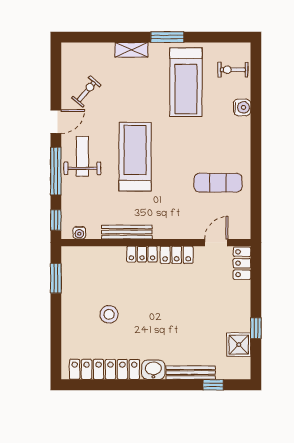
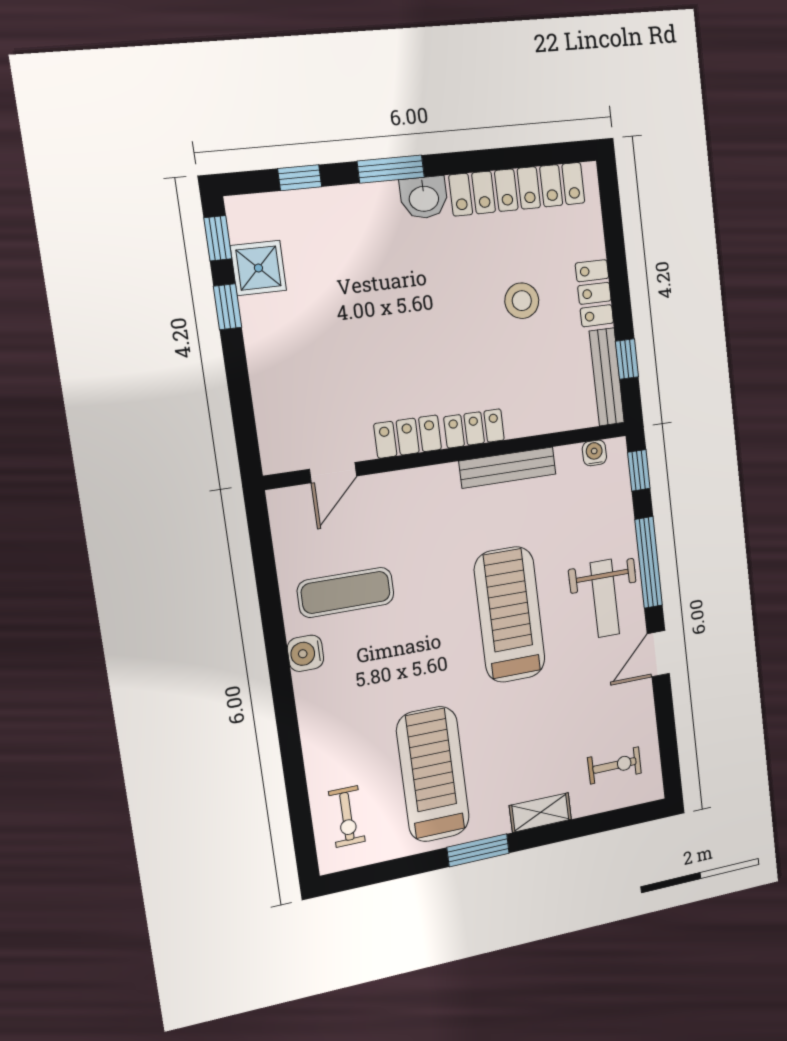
exercise bike: (233, 70) -> (347, 816), turned 90
exercise bike: (86, 91) -> (615, 765), moved, turned -130
water cooler: (242, 107) -> (305, 653), moved
treadmill: (135, 157) -> (510, 615), turned 180
locker: (242, 263) -> (594, 293), moved, turned 180
window: (56, 278) -> (627, 359), width x0.67
window: (256, 360) -> (218, 238), added
bench: (191, 373) -> (607, 377), moved, turned 90
window: (168, 385) -> (391, 169), added

